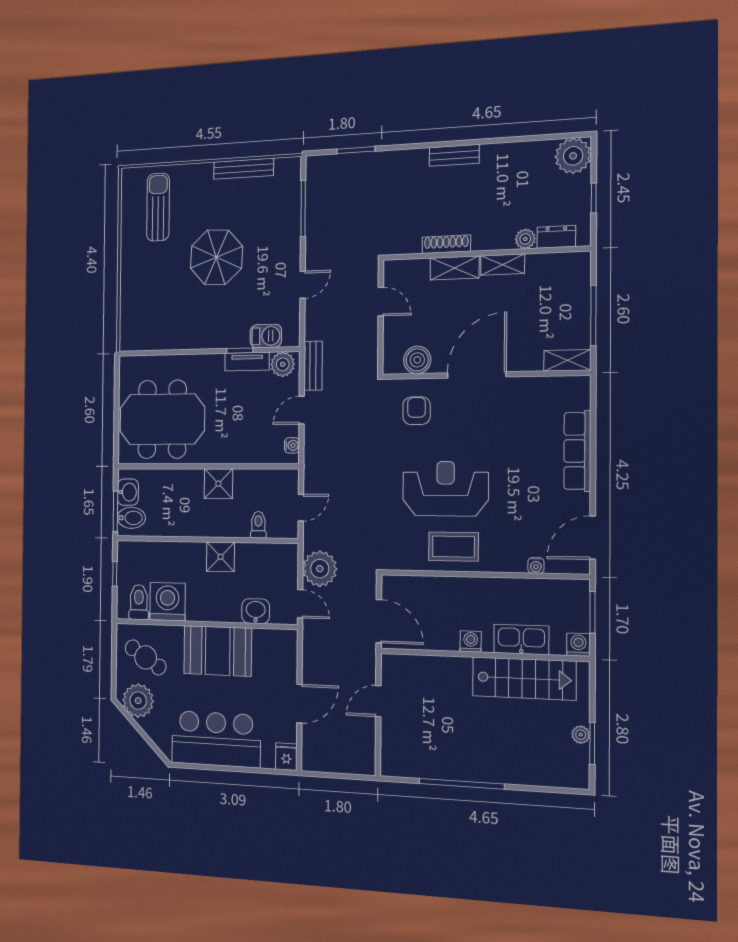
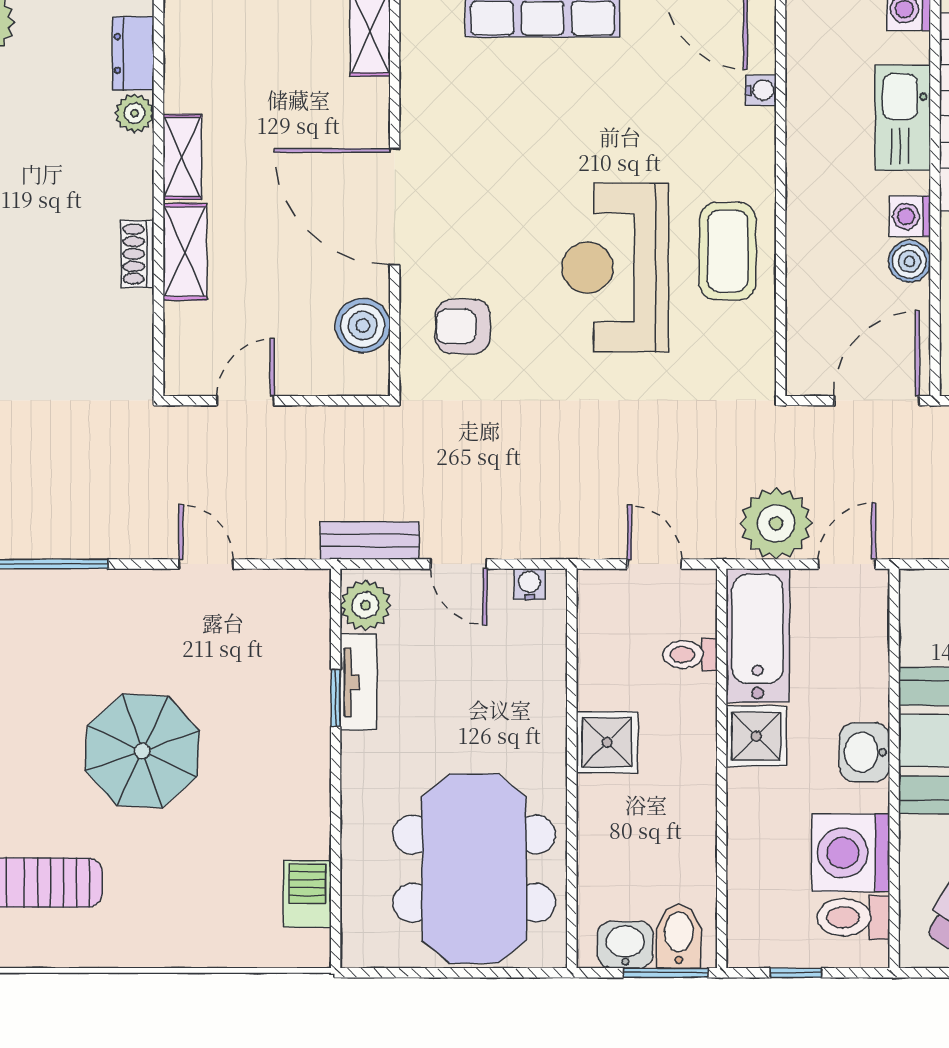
shoe rack: (446, 244) -> (138, 254), width x0.70
barbecue: (266, 336) -> (307, 894), moved
bathtub: (267, 558) -> (758, 636), added
washbasin: (256, 611) -> (865, 752), moved
boiler: (448, 640) -> (909, 261), added

